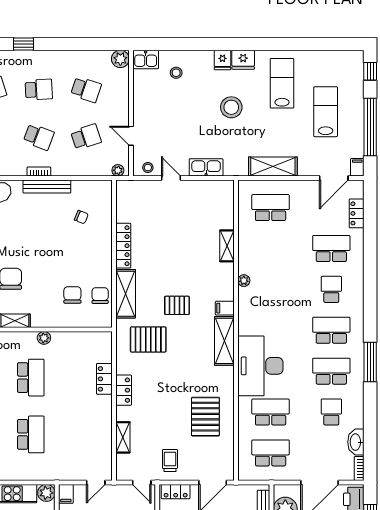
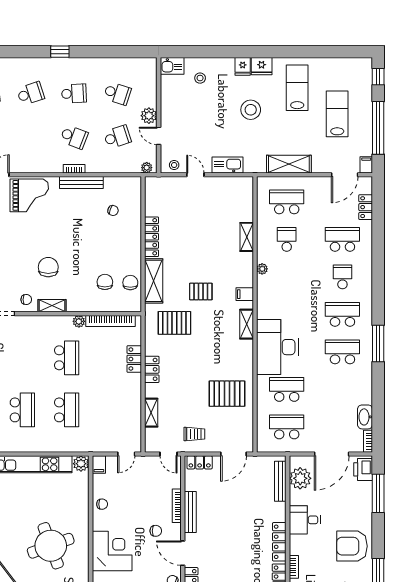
plant: (120, 59) -> (149, 116), moved
bookcase: (79, 337) -> (111, 321), added
shelving: (224, 341) -> (247, 324), width x0.67, depth x0.75
school desk: (331, 412) -> (287, 239), moved
pallet: (205, 417) -> (227, 394), turned 90
trolley: (170, 461) -> (194, 434), turned 90

